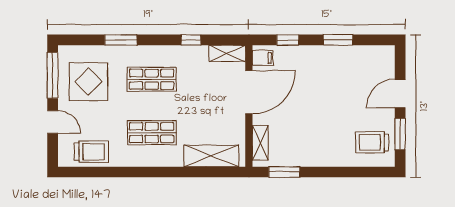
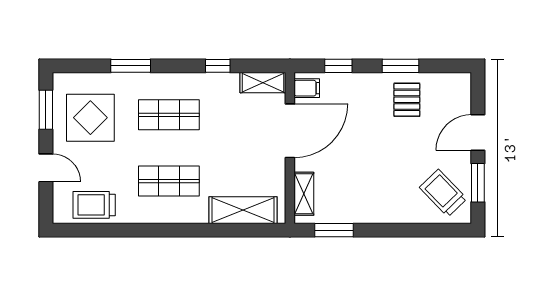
pallet: (343, 67) -> (407, 100), added
window: (53, 75) -> (46, 110), width x0.69
trolley: (372, 142) -> (443, 193), turned 46
trolley: (91, 152) -> (94, 205), turned 180

